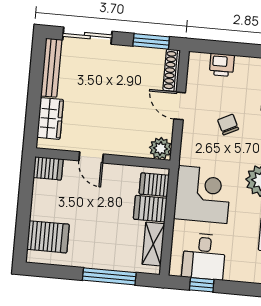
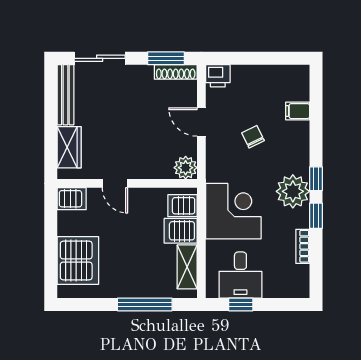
printer: (222, 65) -> (218, 76), moved
shoe rack: (172, 70) -> (176, 72), moved, turned -90
server rack: (48, 237) -> (78, 261), width x1.60

